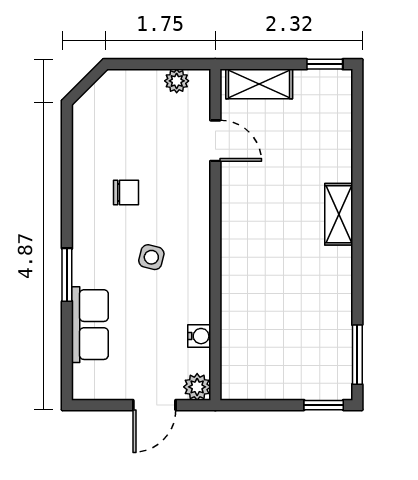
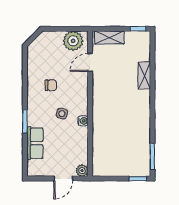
plant: (177, 81) -> (73, 41), width x1.88, depth x1.88
door: (215, 141) -> (90, 62), swing flipped
shelving: (339, 214) -> (144, 75), moved
water cooler: (199, 336) -> (83, 121), moved

